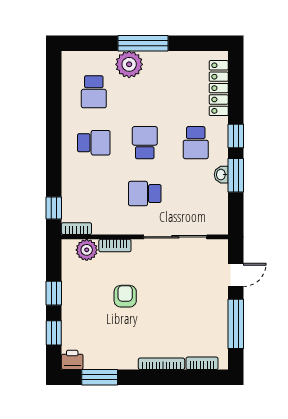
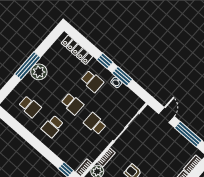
plant: (129, 64) -> (39, 72), moved
school desk: (94, 143) -> (52, 126), turned 180
school desk: (145, 143) -> (72, 104), turned 180
school desk: (145, 194) -> (95, 124), turned 90

